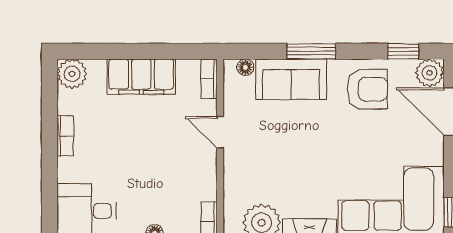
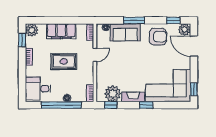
window: (50, 97) -> (22, 40), added
door: (220, 132) -> (95, 55), swing flipped
rug: (147, 147) -> (64, 61), added

